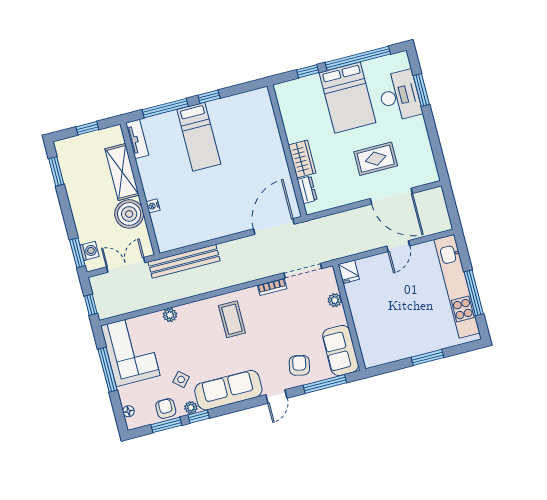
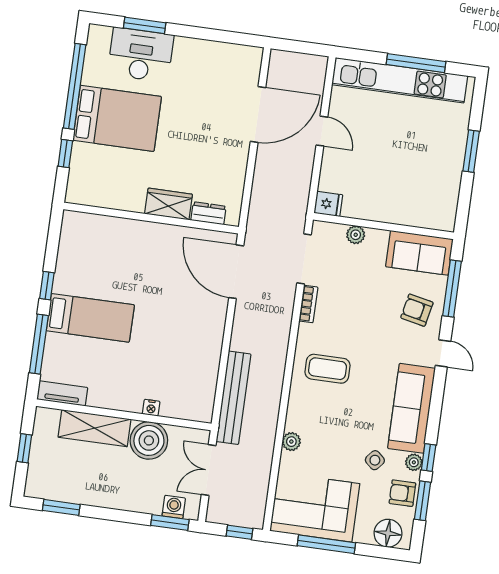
rug: (376, 159) -> (205, 115), removed
floor lamp: (128, 411) -> (388, 533), width x1.89, depth x1.89

